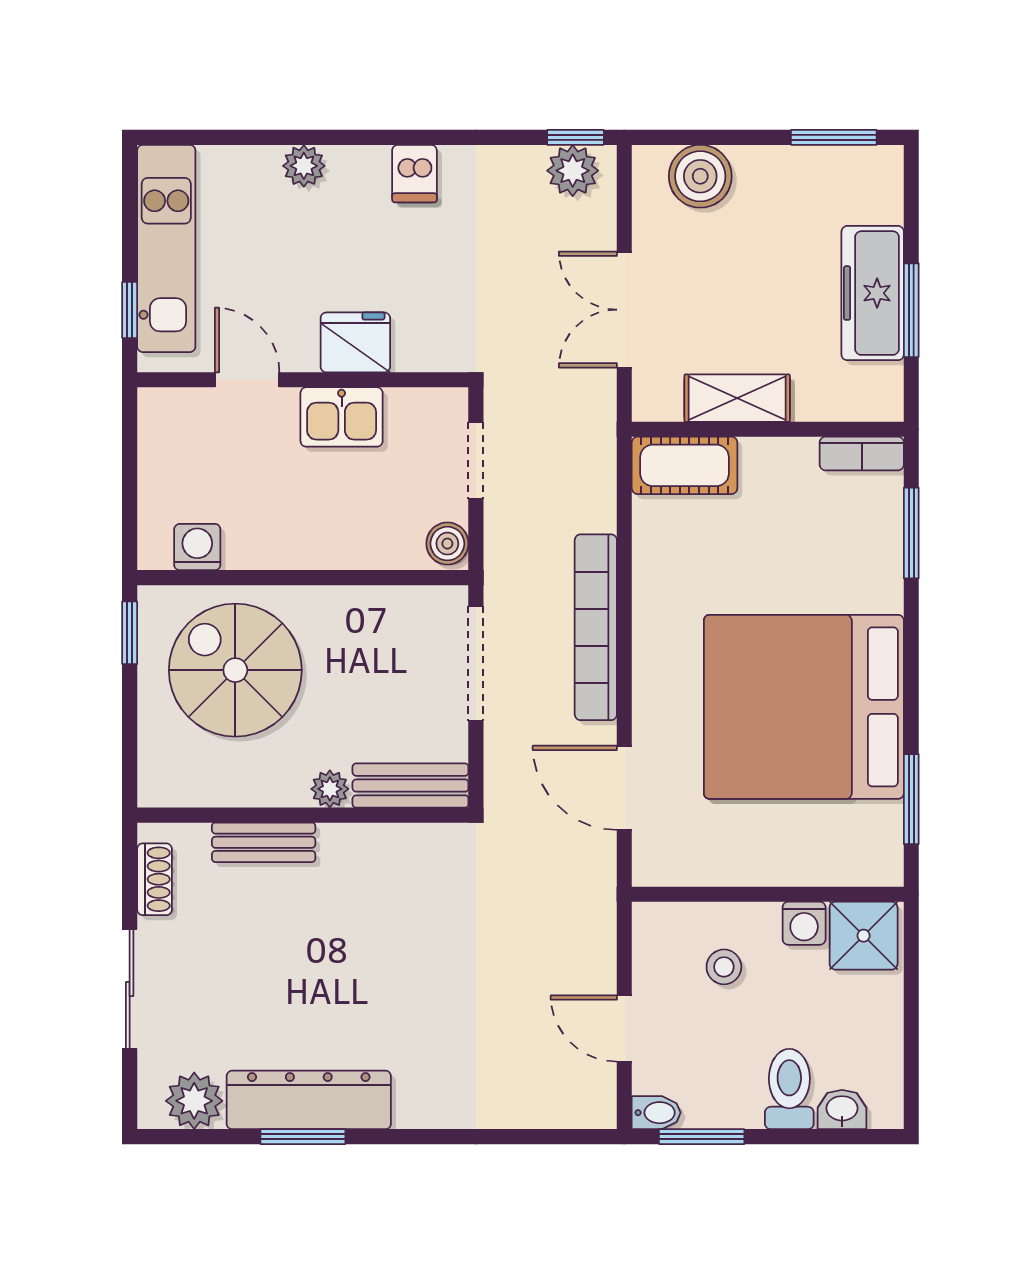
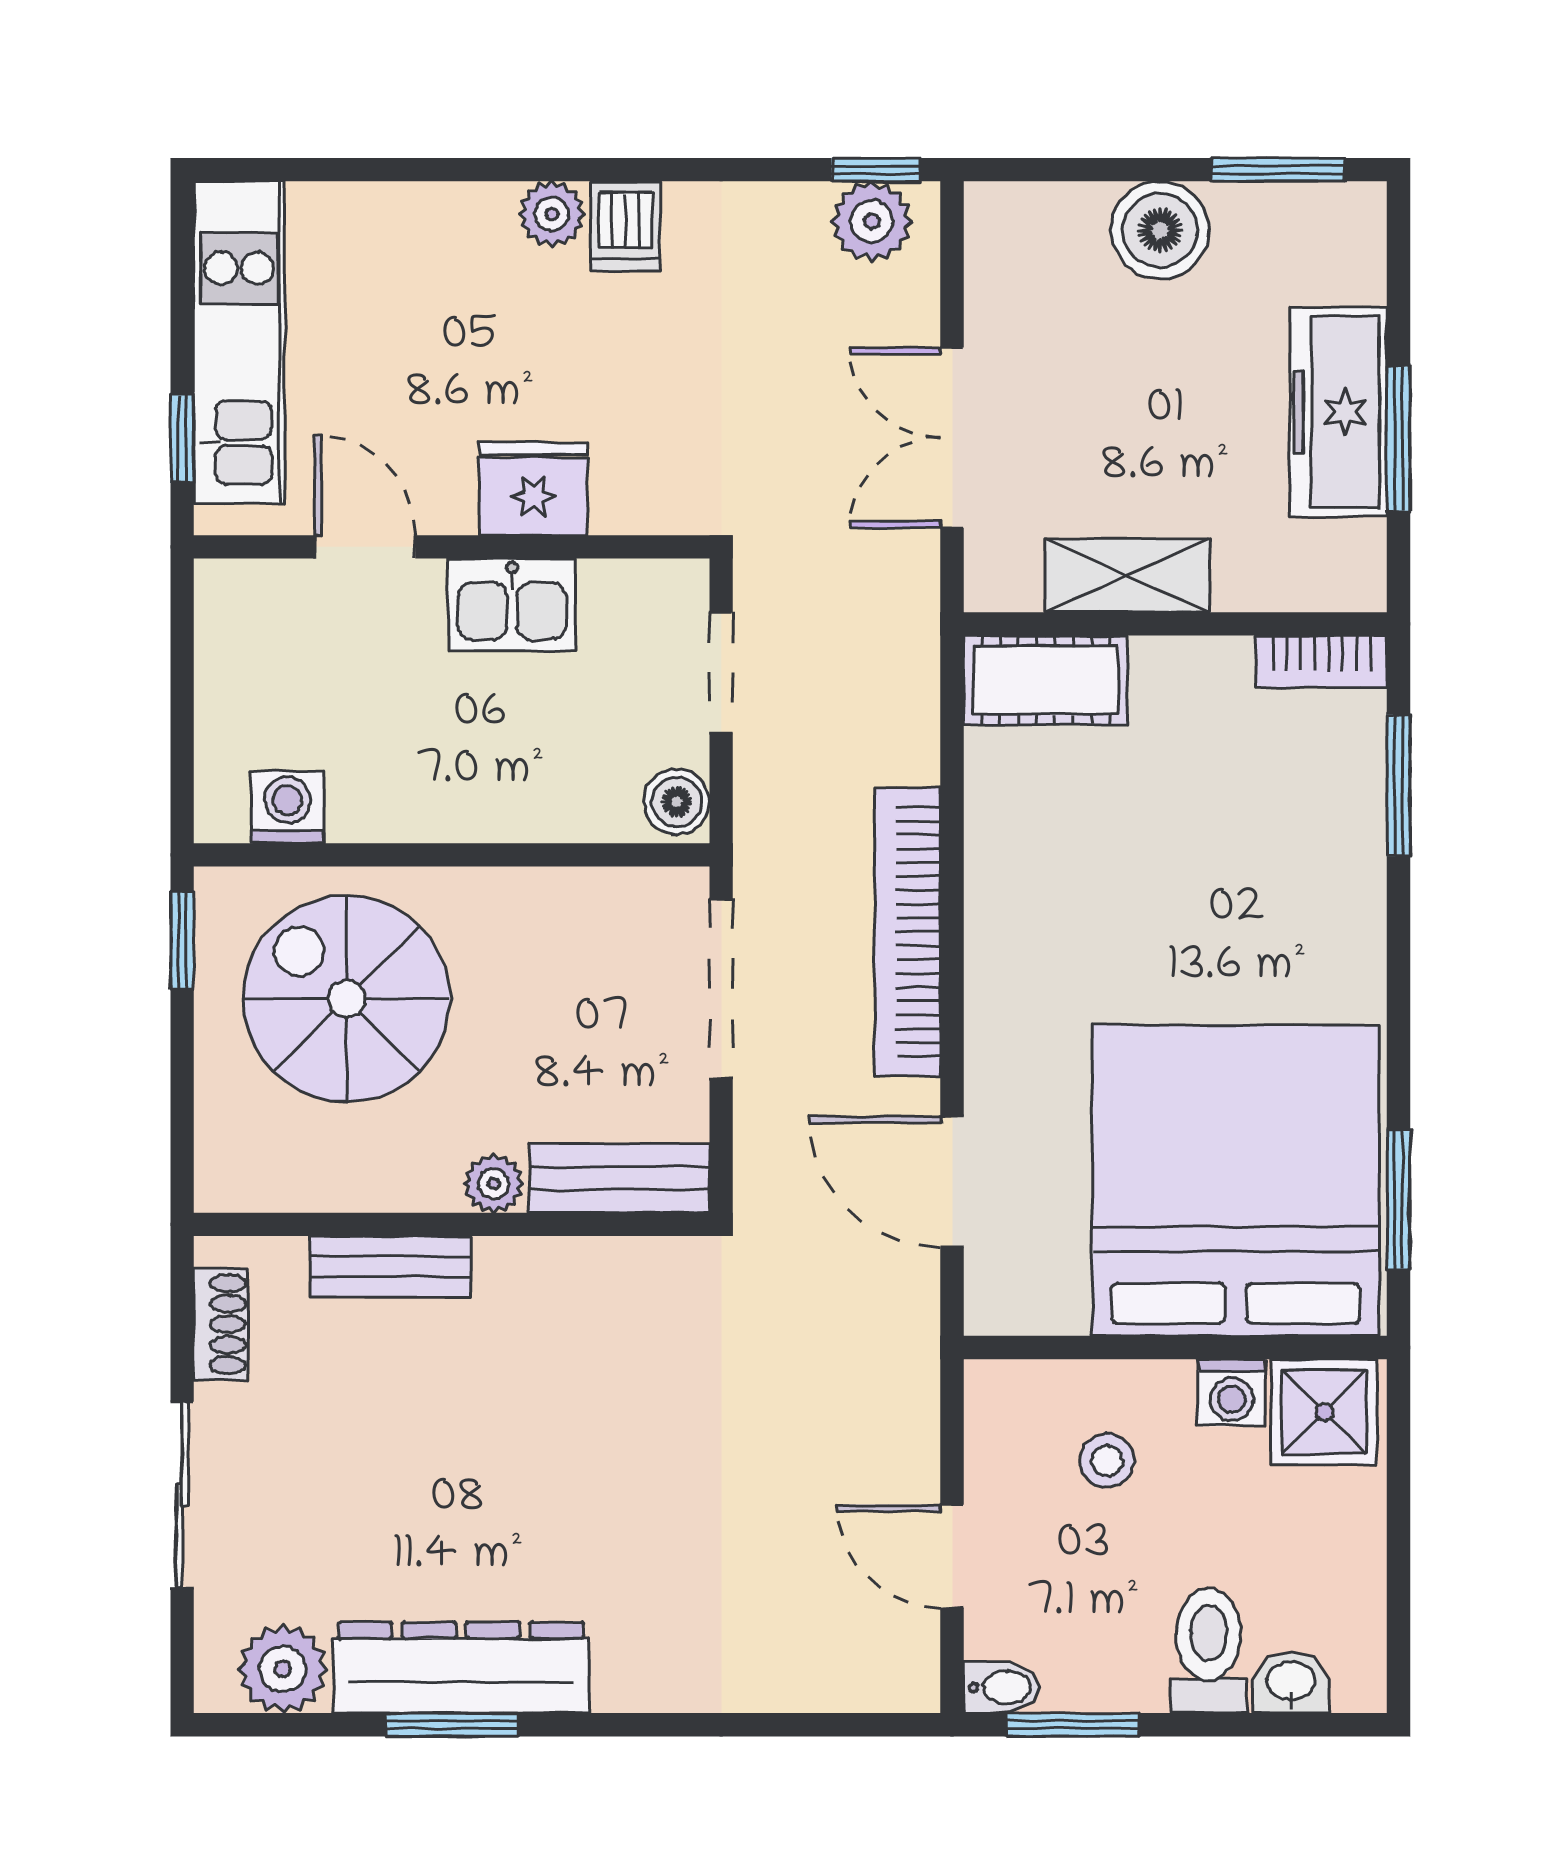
plant: (304, 166) -> (552, 214), moved
boiler: (700, 176) -> (1160, 230), moved
bed: (804, 707) -> (1236, 1180), moved, turned 90

